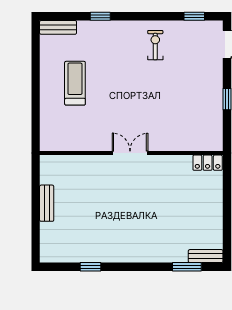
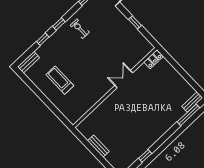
window: (136, 16) -> (59, 24), added
double door: (130, 153) -> (124, 79), moved
window: (187, 267) -> (188, 115), width x1.44

